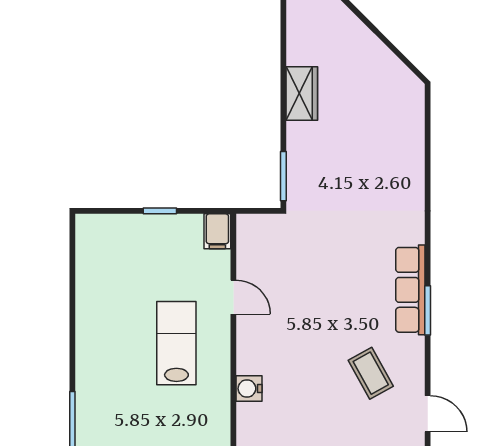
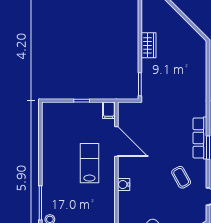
door: (233, 297) -> (116, 141), width x1.87

